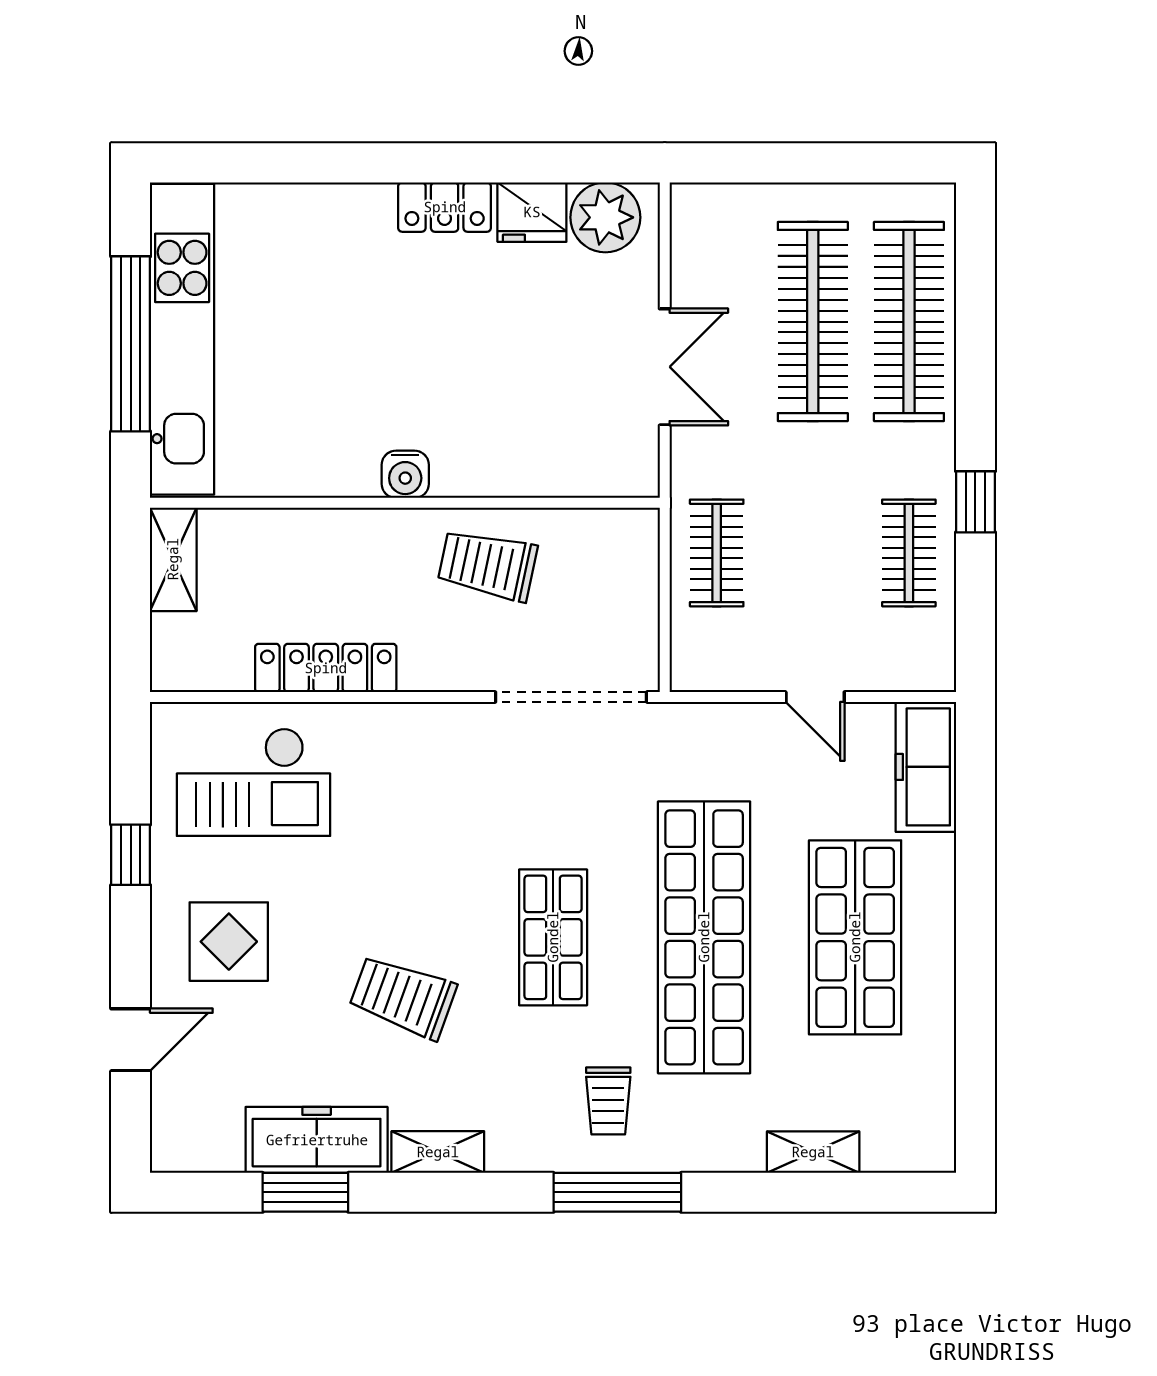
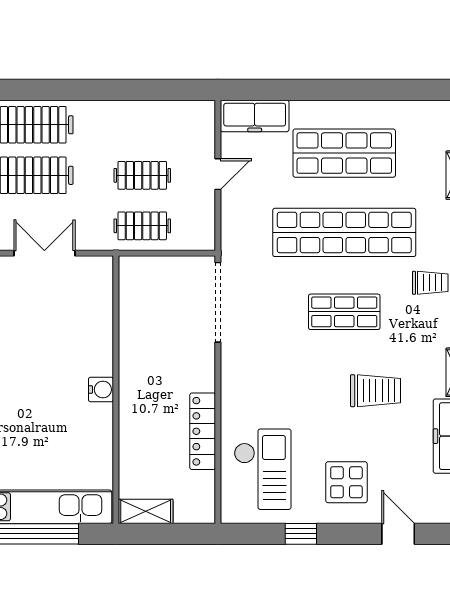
window: (975, 502) -> (115, 90), removed
clothes rail: (909, 553) -> (142, 175), moved
trolley: (488, 565) -> (149, 346), removed
trolley: (403, 997) -> (376, 391), turned -110

